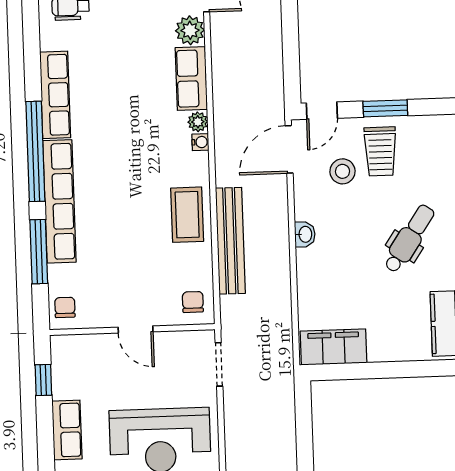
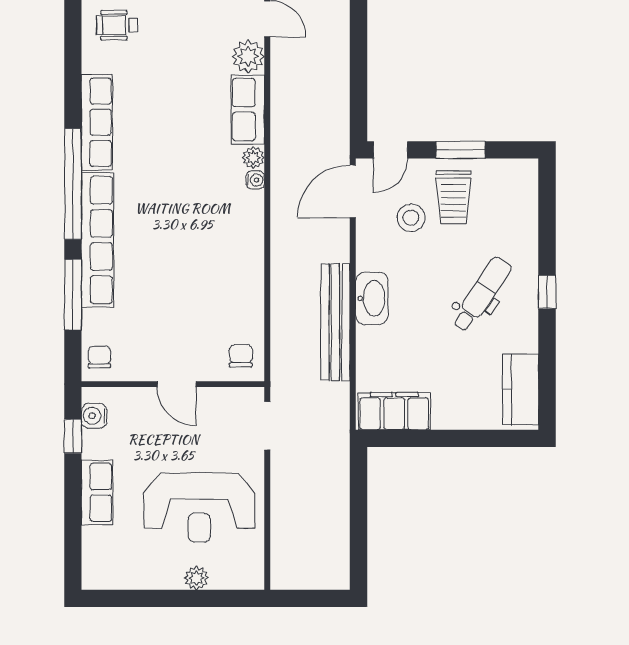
coffee table: (187, 215) -> (238, 259), removed
washbasin: (305, 234) -> (372, 298), width x1.91, depth x1.45
bench: (230, 241) -> (335, 322), moved
water cooler: (62, 361) -> (94, 416), added

